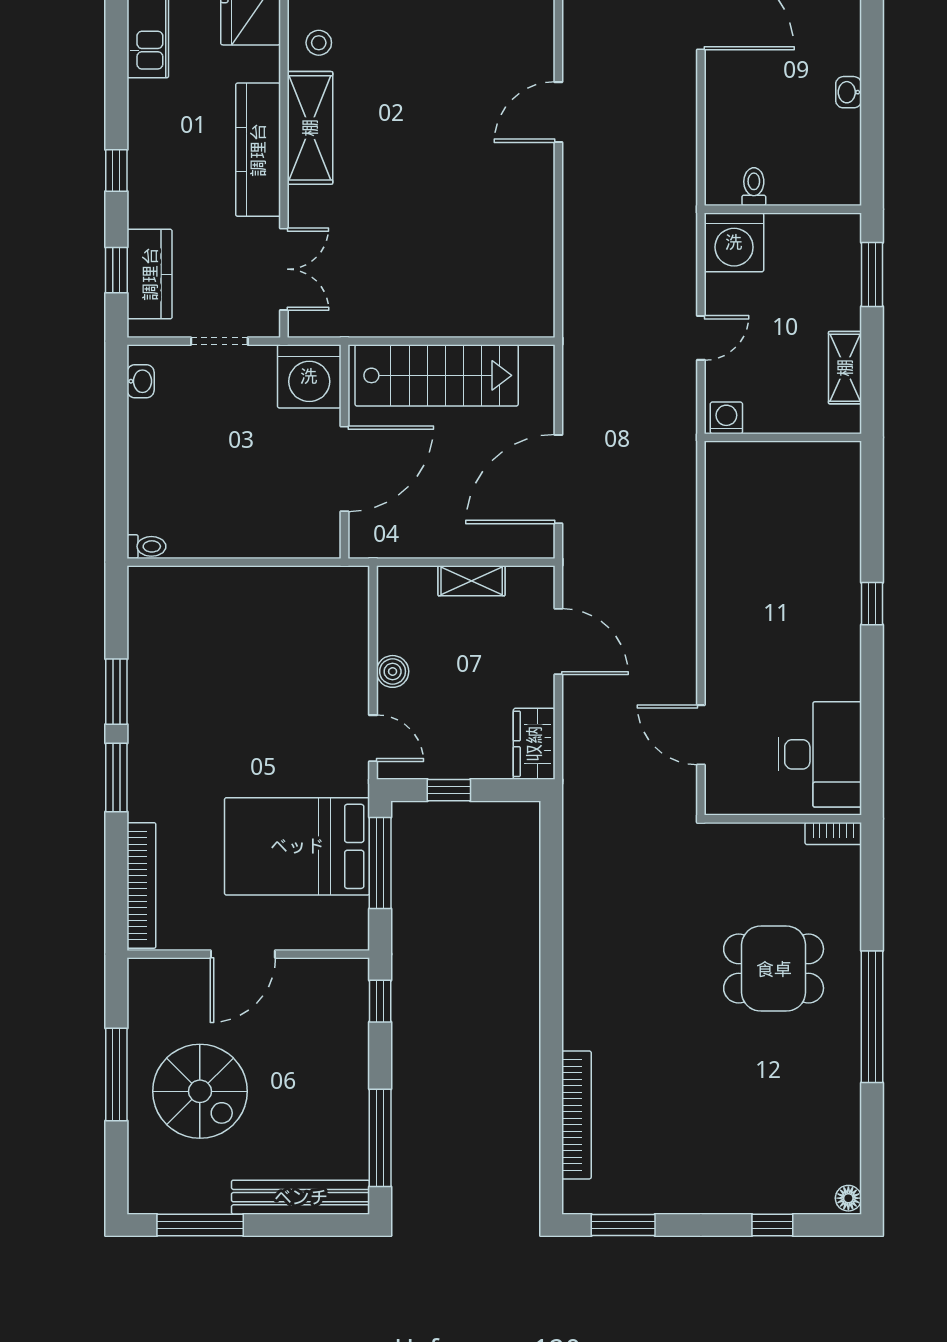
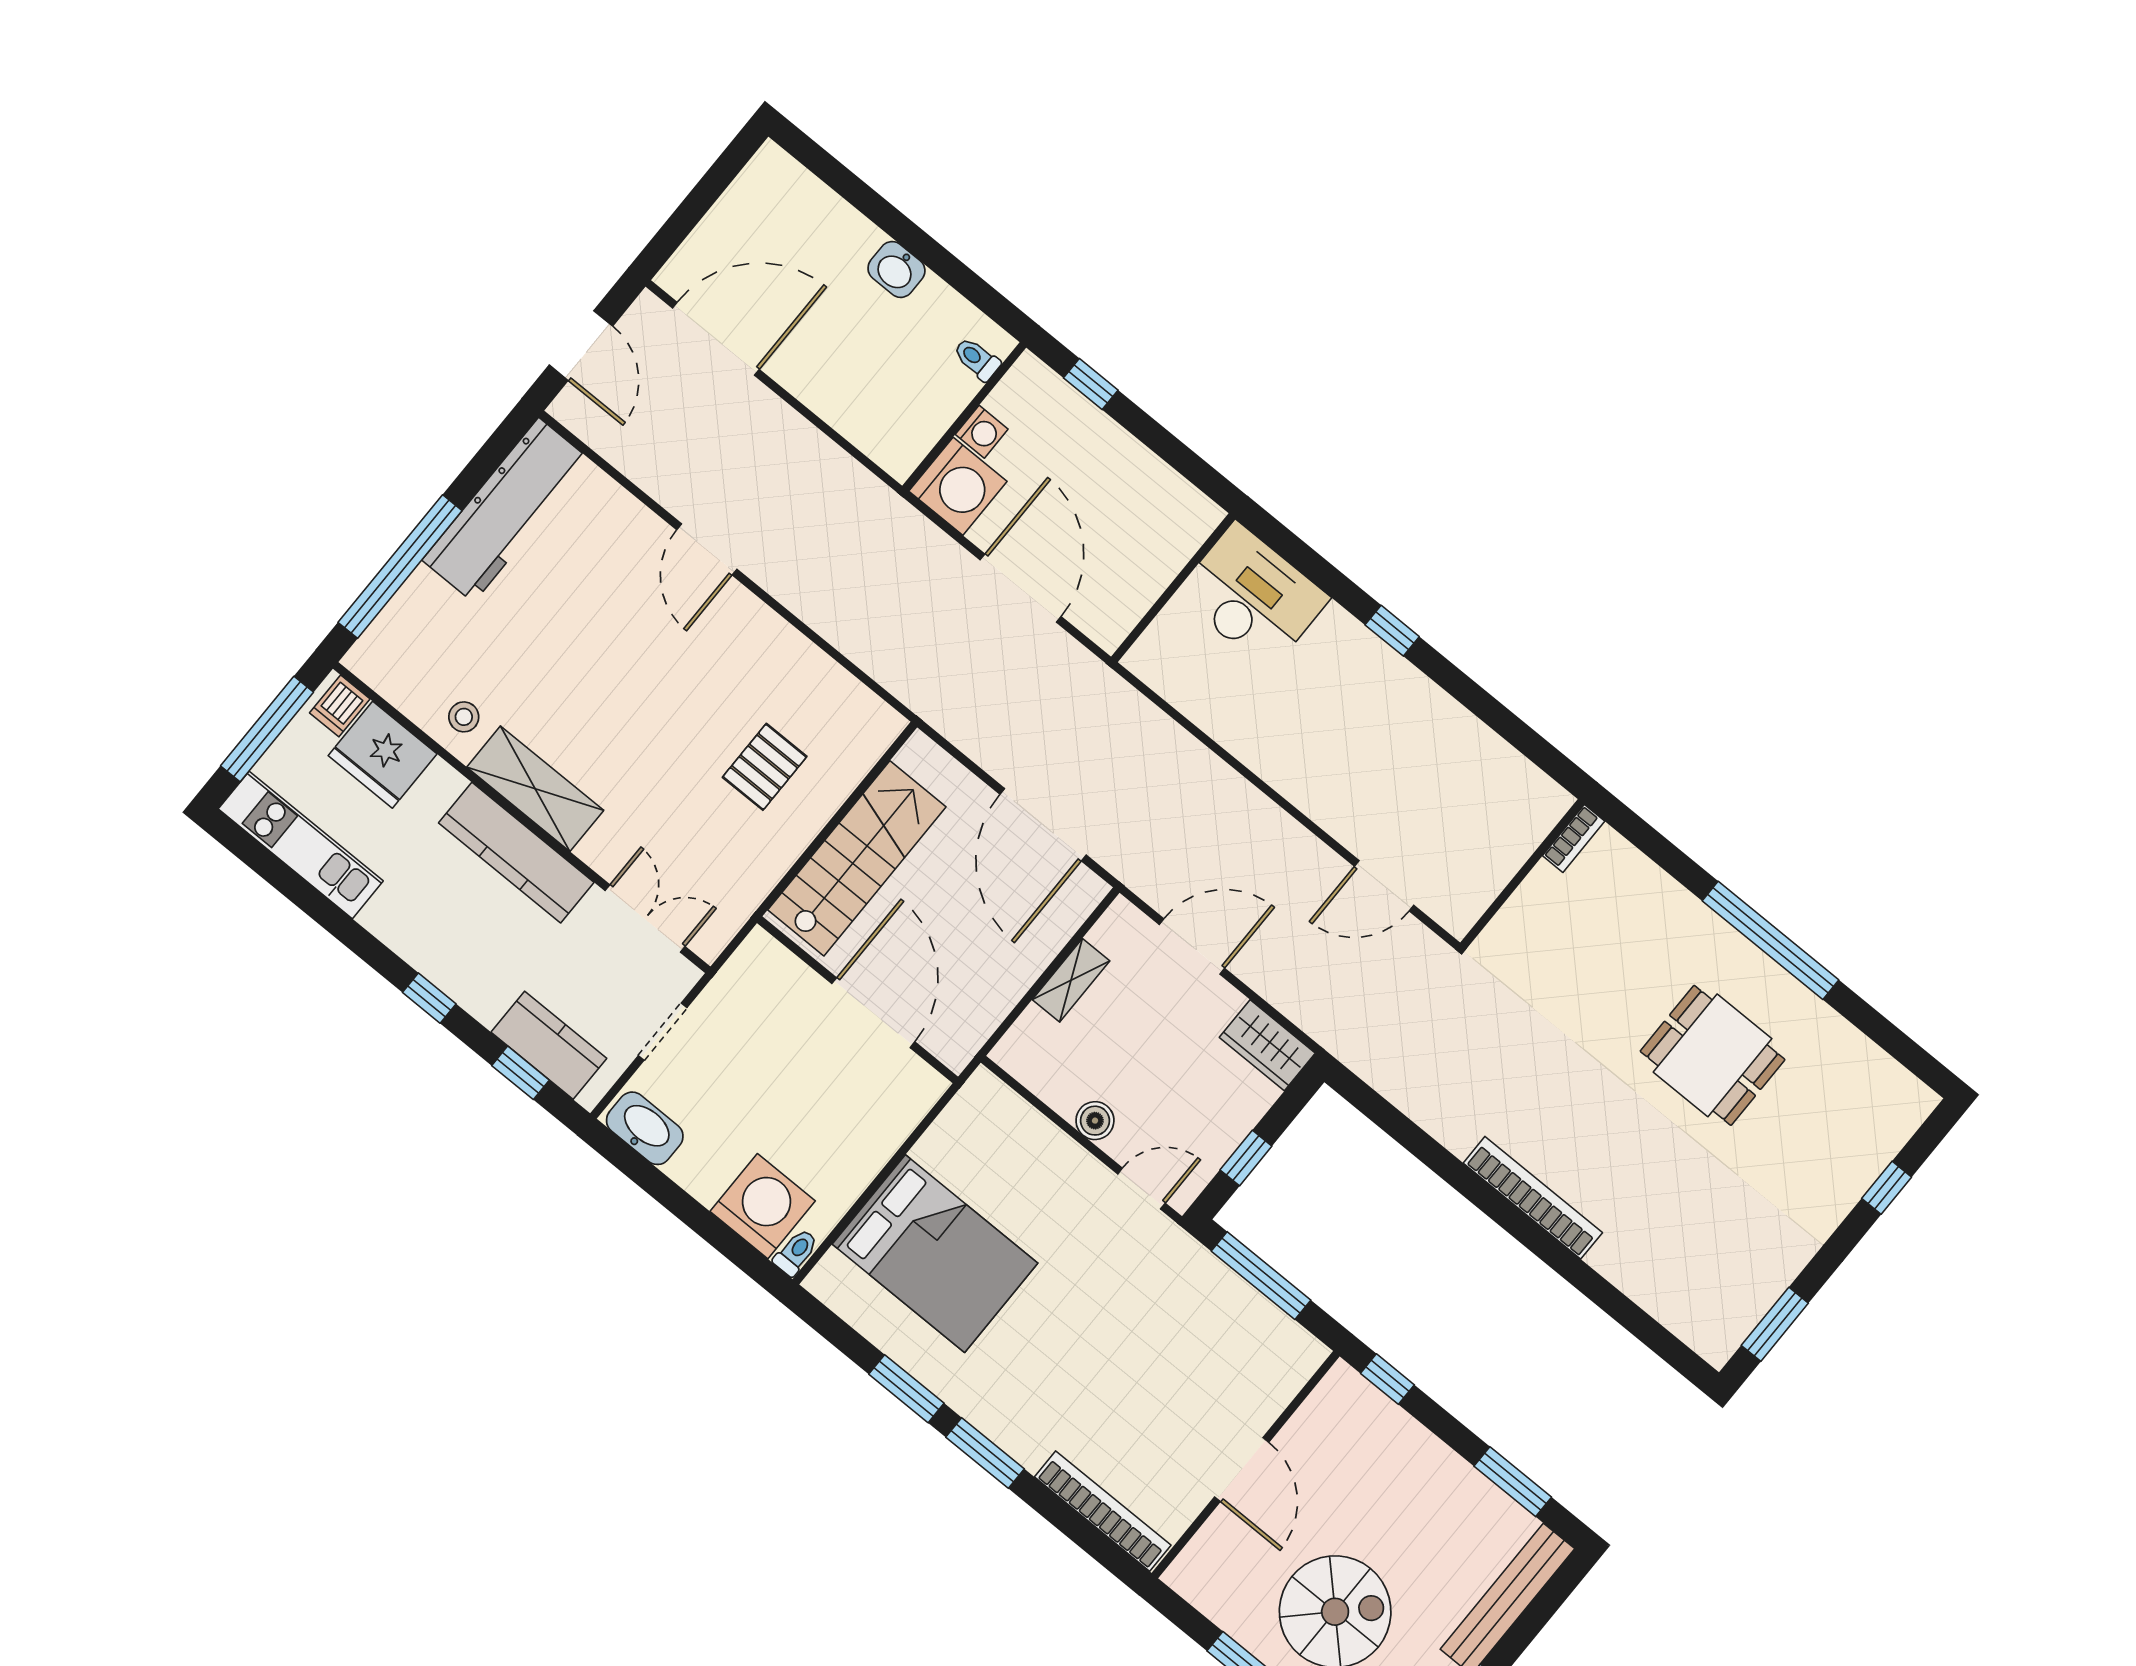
washbasin: (849, 92) -> (896, 269), width x1.38, depth x1.45
toilet: (754, 187) -> (977, 359), moved
pallet: (447, 266) -> (765, 767), added
window: (872, 275) -> (1091, 384), width x0.67
door: (701, 338) -> (1021, 588), width x1.87
shelving: (845, 368) -> (1156, 479), removed
washing machine: (309, 376) -> (763, 1206), moved, turned -90
washbasin: (141, 381) -> (645, 1128), width x1.91, depth x1.45
washing machine: (726, 418) -> (982, 432), moved, turned 180
desk: (820, 754) -> (1252, 596), moved
bed: (297, 846) -> (935, 1254), moved, turned -90
dining table: (774, 969) -> (1713, 1055), moved, turned 90
bookcase: (576, 1115) -> (1533, 1198), moved
window: (380, 1138) -> (1513, 1482), width x0.69
floor lamp: (848, 1198) -> (1919, 1098), removed

